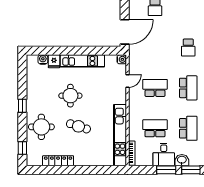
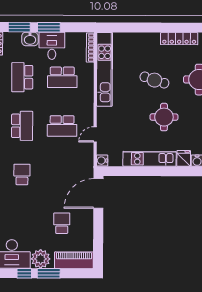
school desk: (188, 88) -> (22, 126), turned 180

